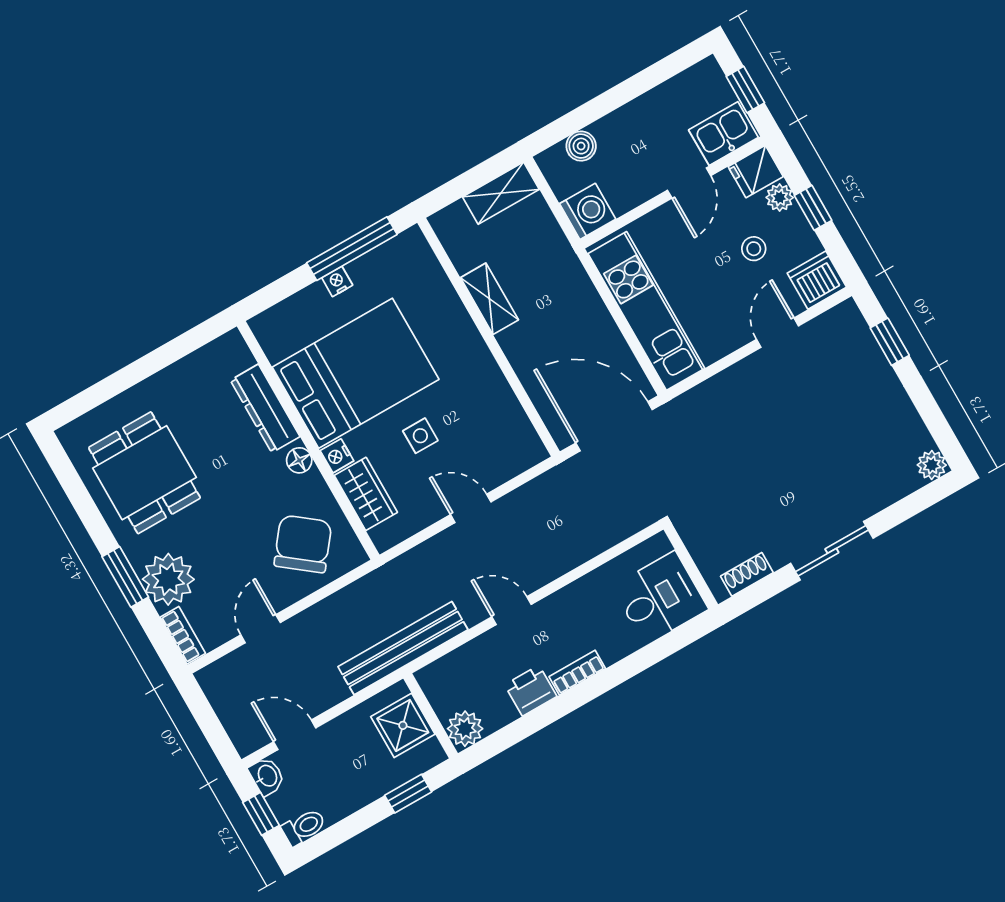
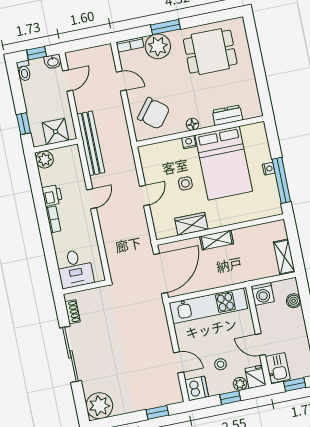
shelving: (489, 299) -> (217, 240), moved
dresser: (265, 408) -> (227, 115), width x0.70
plant: (932, 465) -> (99, 406), width x1.87, depth x1.87
wardrobe: (366, 494) -> (191, 224), moved, turned 180
sliding door: (832, 551) -> (70, 354), width x1.37

